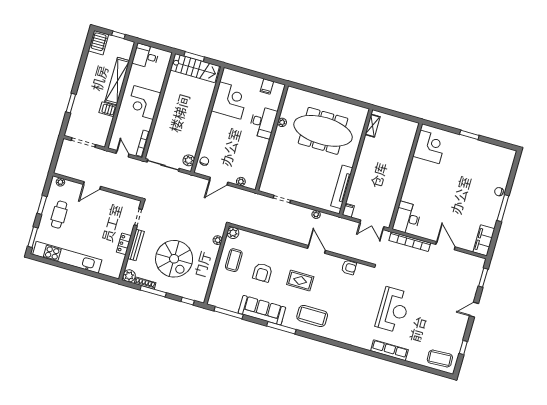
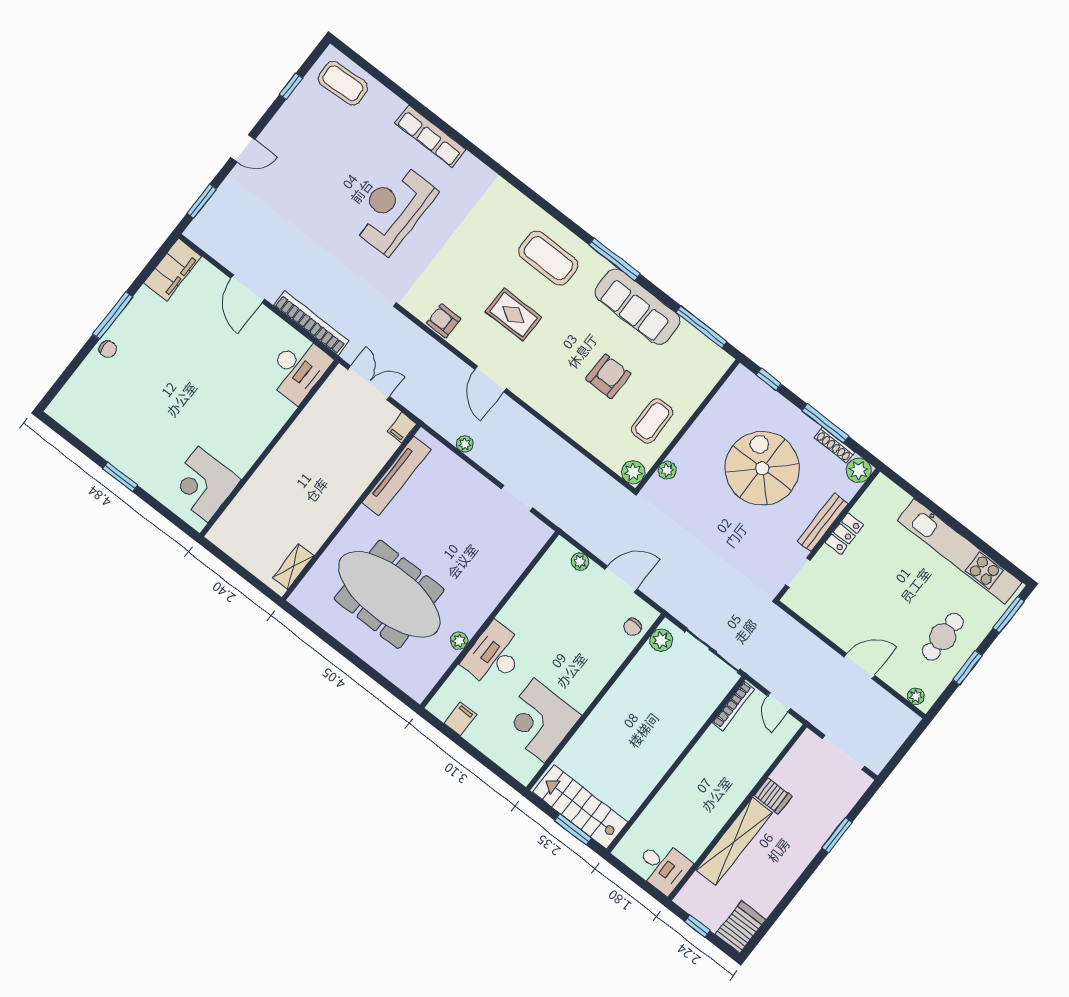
corner desk: (144, 102) -> (701, 782), removed
rug: (300, 281) -> (514, 315), moved

